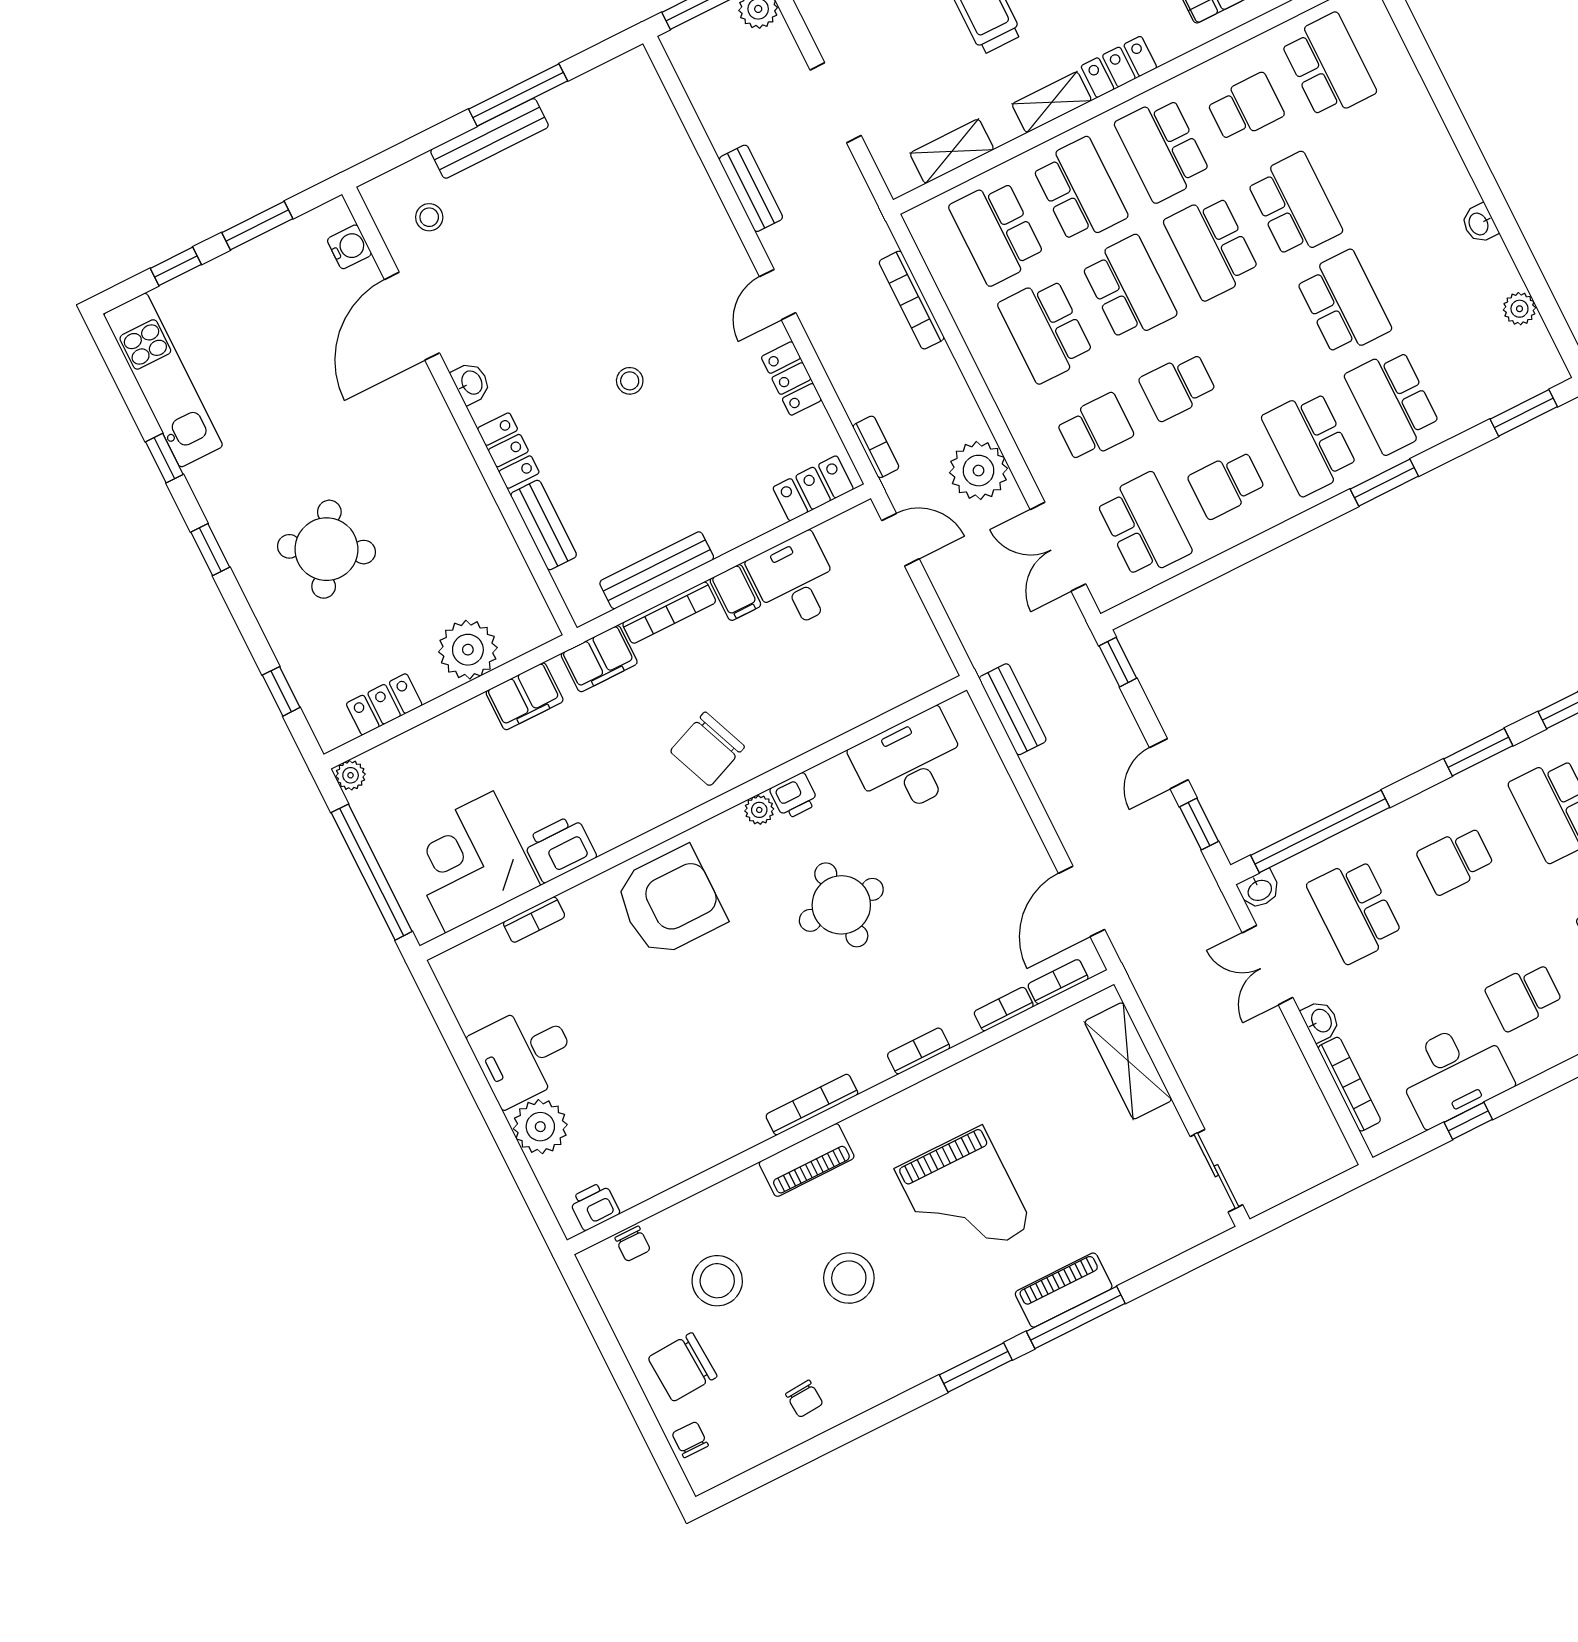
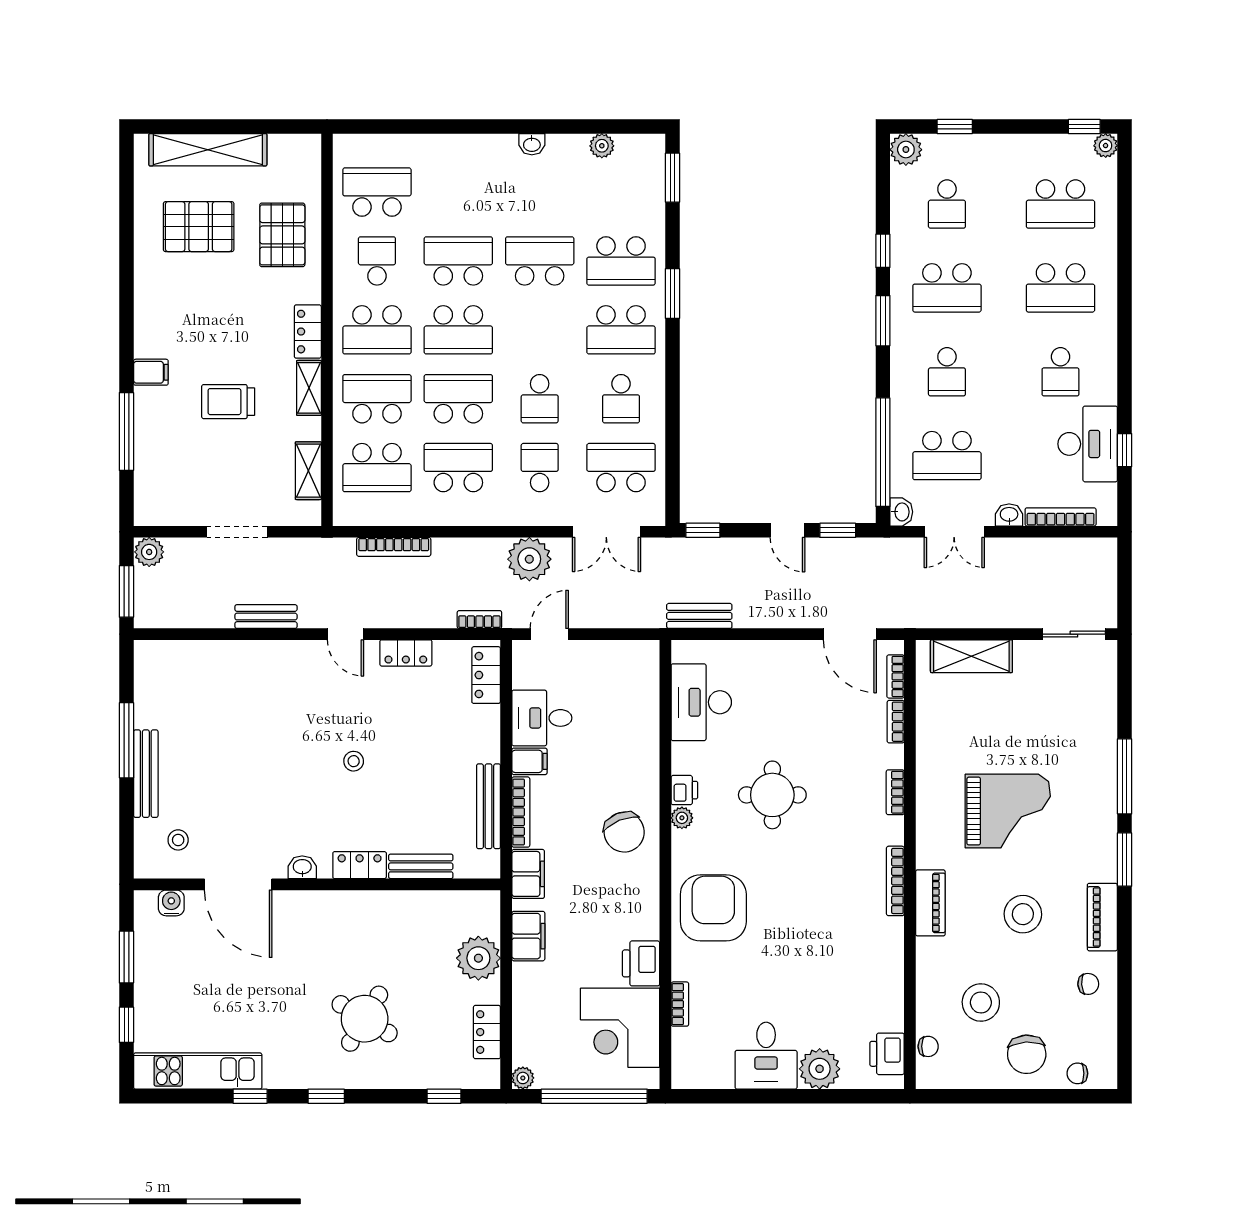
school desk: (1046, 330) -> (458, 468), turned 180
printer: (594, 1206) -> (887, 1054), width x1.36, depth x1.24
piano: (1064, 1290) -> (1102, 917), moved

